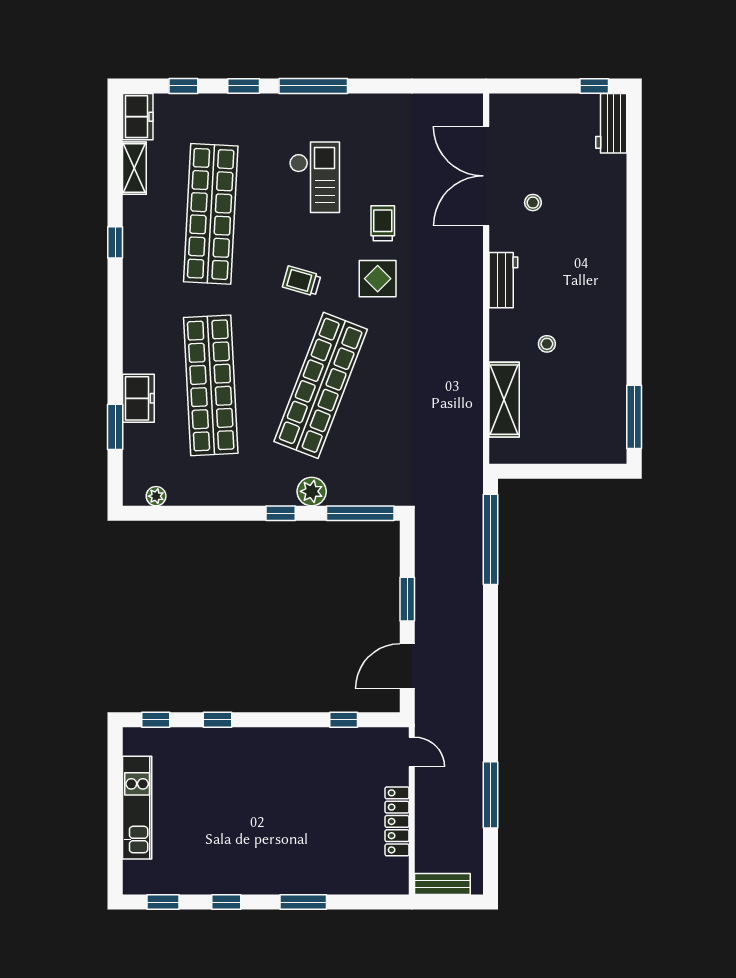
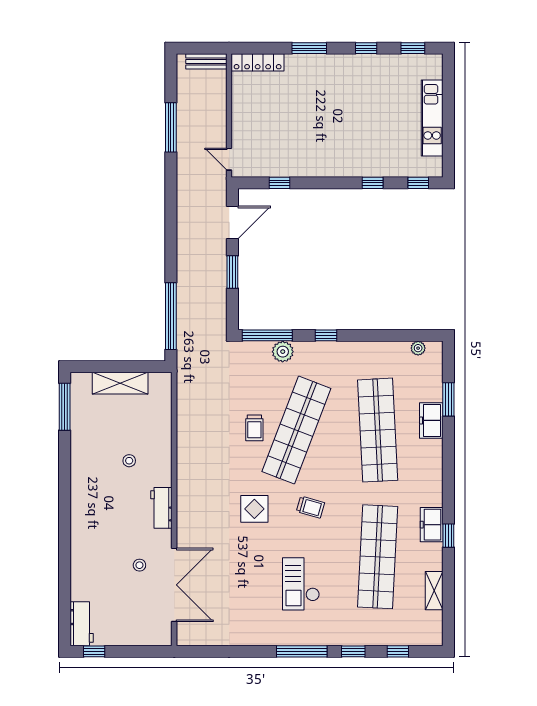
freezer: (138, 117) -> (432, 525), moved
trolley: (383, 223) -> (254, 428), moved
shelving: (504, 400) -> (120, 383), moved, turned 90
plant: (312, 491) -> (283, 352), moved
locker: (397, 821) -> (258, 62), moved, turned 90

